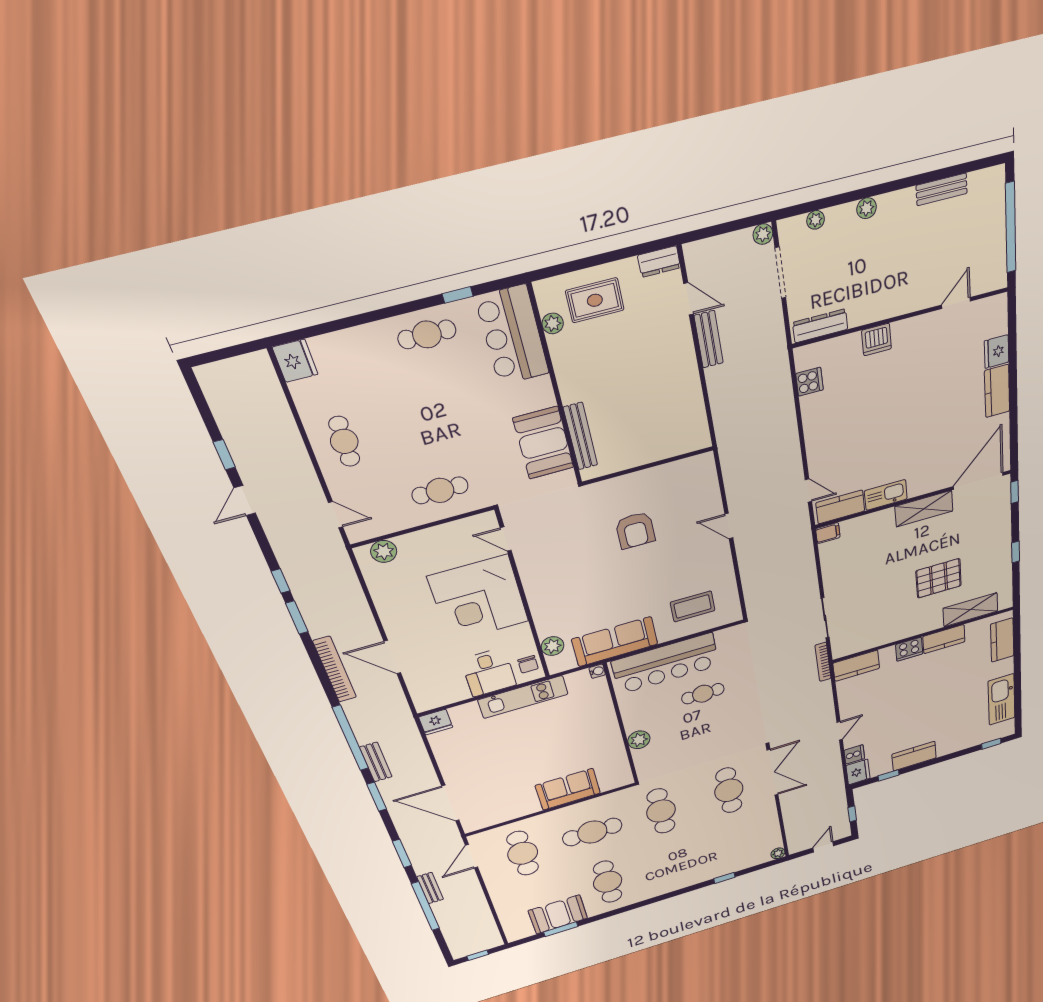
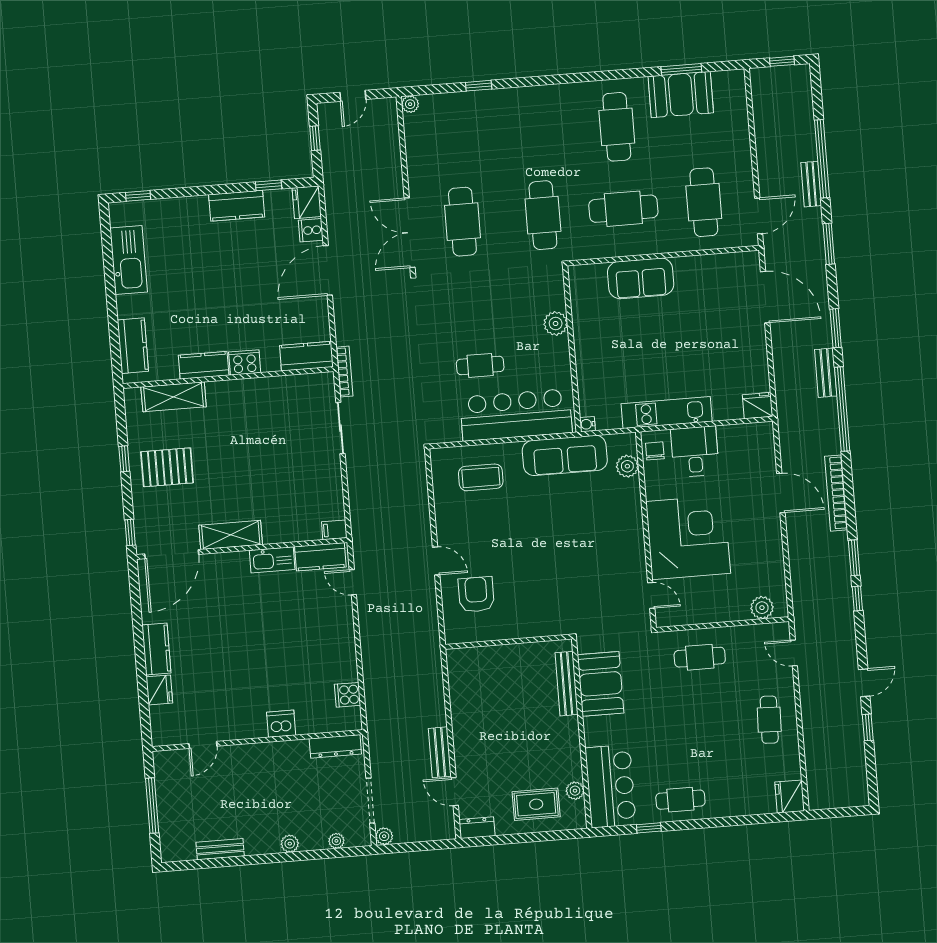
window: (1011, 228) -> (152, 806), width x0.68
armchair: (635, 530) -> (476, 594), moved
pallet: (939, 578) -> (167, 467), moved
door: (840, 731) -> (328, 270), width x1.88

